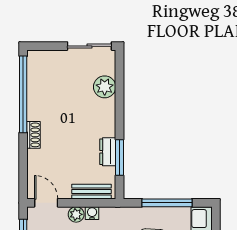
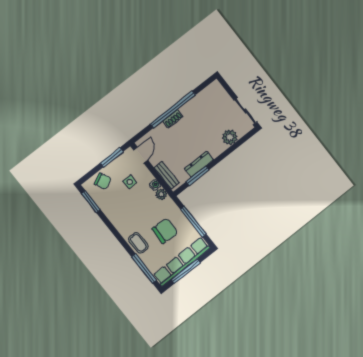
window: (23, 94) -> (173, 109), moved
dresser: (108, 152) -> (199, 164), width x1.44
plant: (76, 214) -> (161, 194), moved

